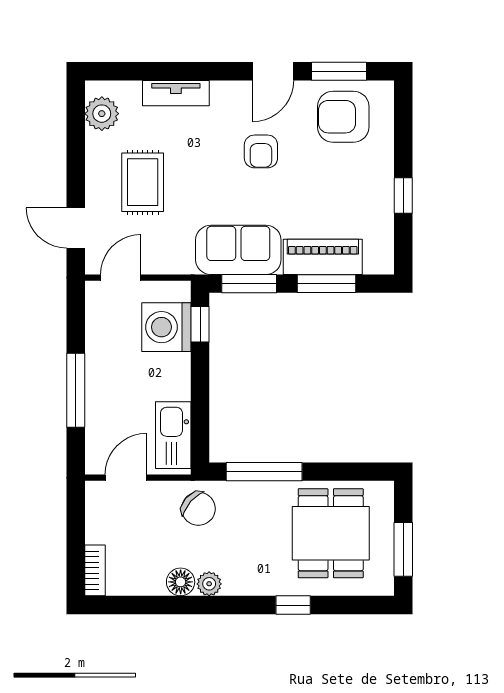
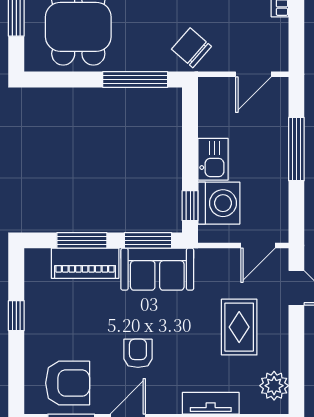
kitchen sink: (173, 435) -> (213, 159), moved, width x0.73

